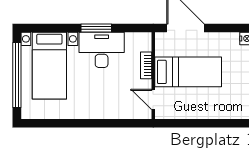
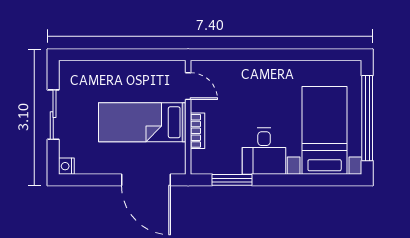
window: (96, 28) -> (232, 180), moved
desk: (102, 50) -> (264, 151), width x0.73

